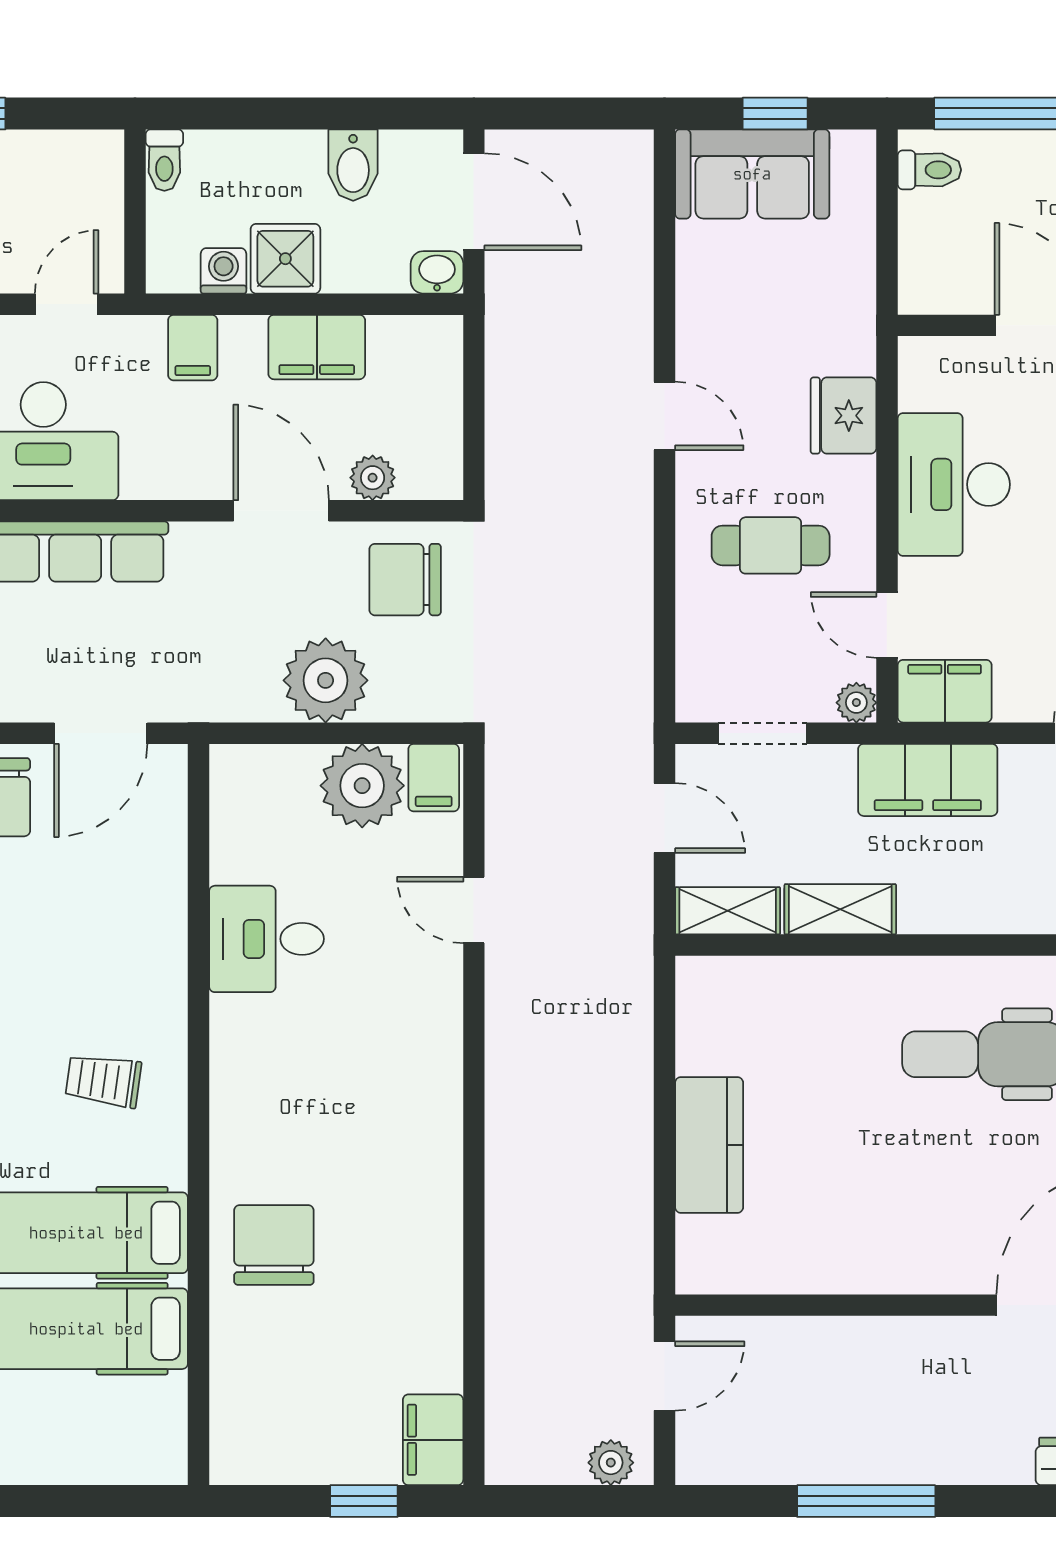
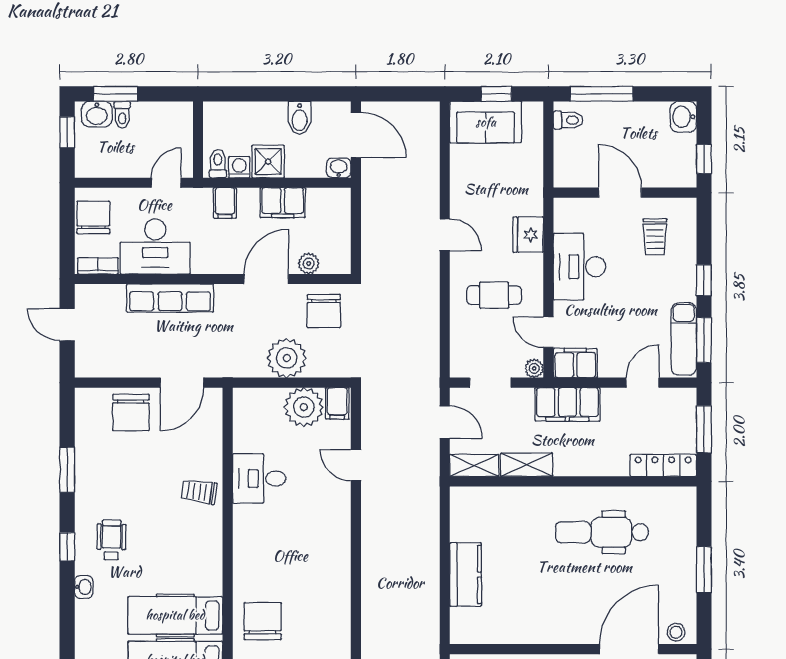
toilet: (164, 160) -> (218, 163), moved, turned 180
door: (281, 511) -> (266, 279), hinge flipped
chair: (405, 580) -> (324, 311), turned -90
trolley: (103, 1081) -> (199, 492), moved

